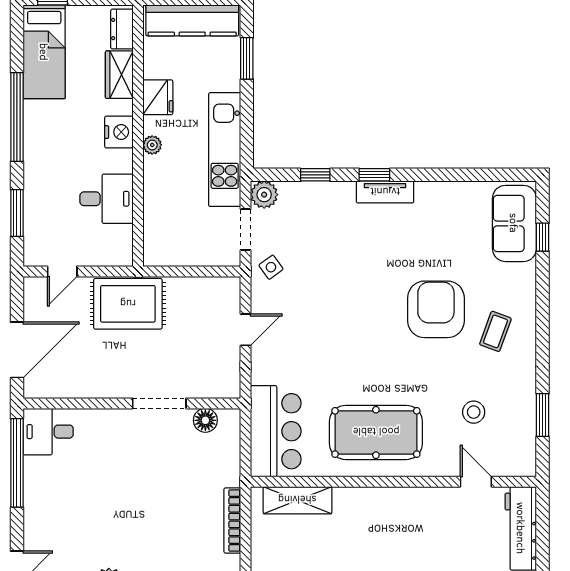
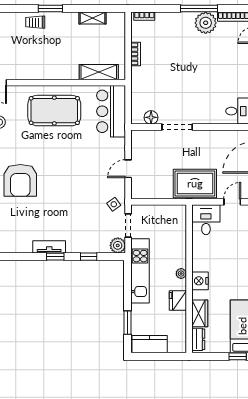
kitchen counter: (192, 20) -> (150, 344), width x0.67
desk: (106, 199) -> (206, 220), moved, turned 90
bookcase: (232, 520) -> (136, 54), width x0.64

